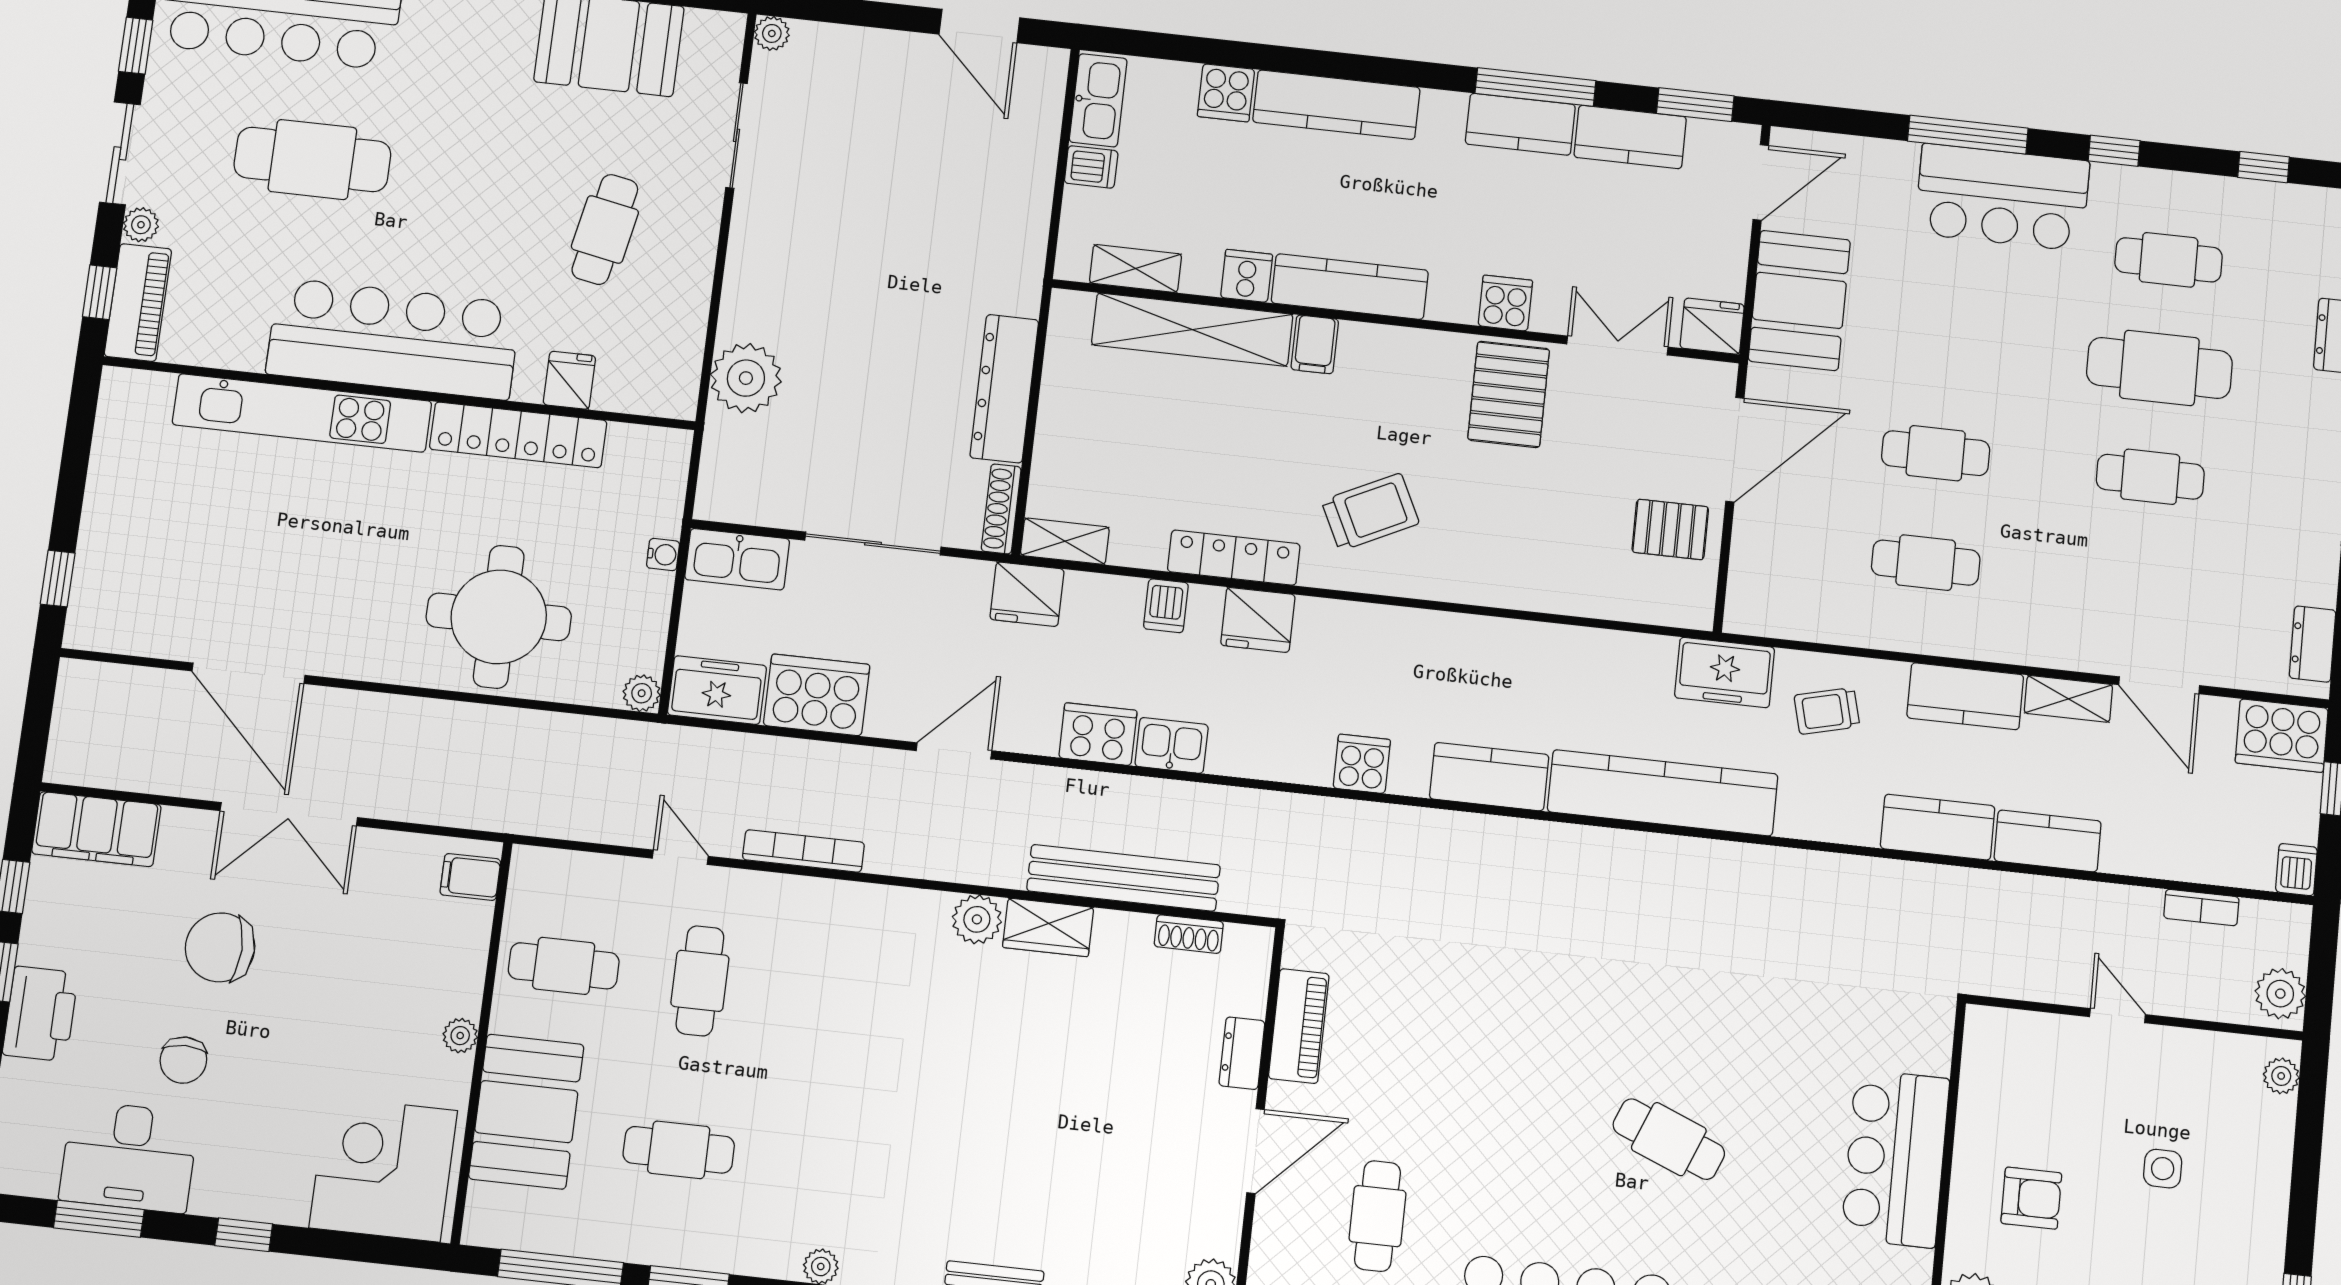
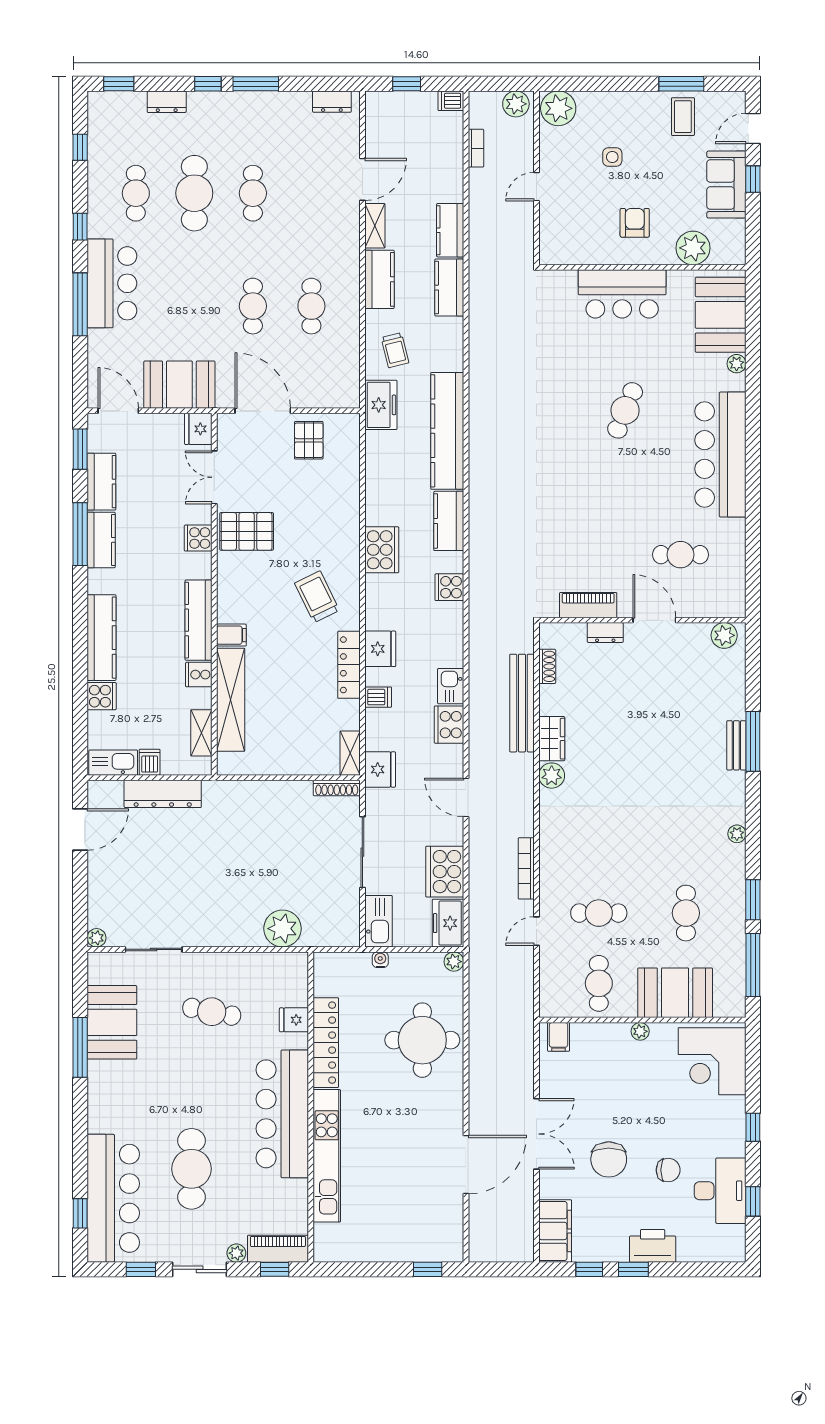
dresser: (1004, 389) -> (163, 794), moved
cooker: (2282, 736) -> (382, 550), moved
plant: (2281, 1076) -> (558, 108), width x1.88, depth x1.88
window: (99, 1219) -> (753, 1201), width x0.67

